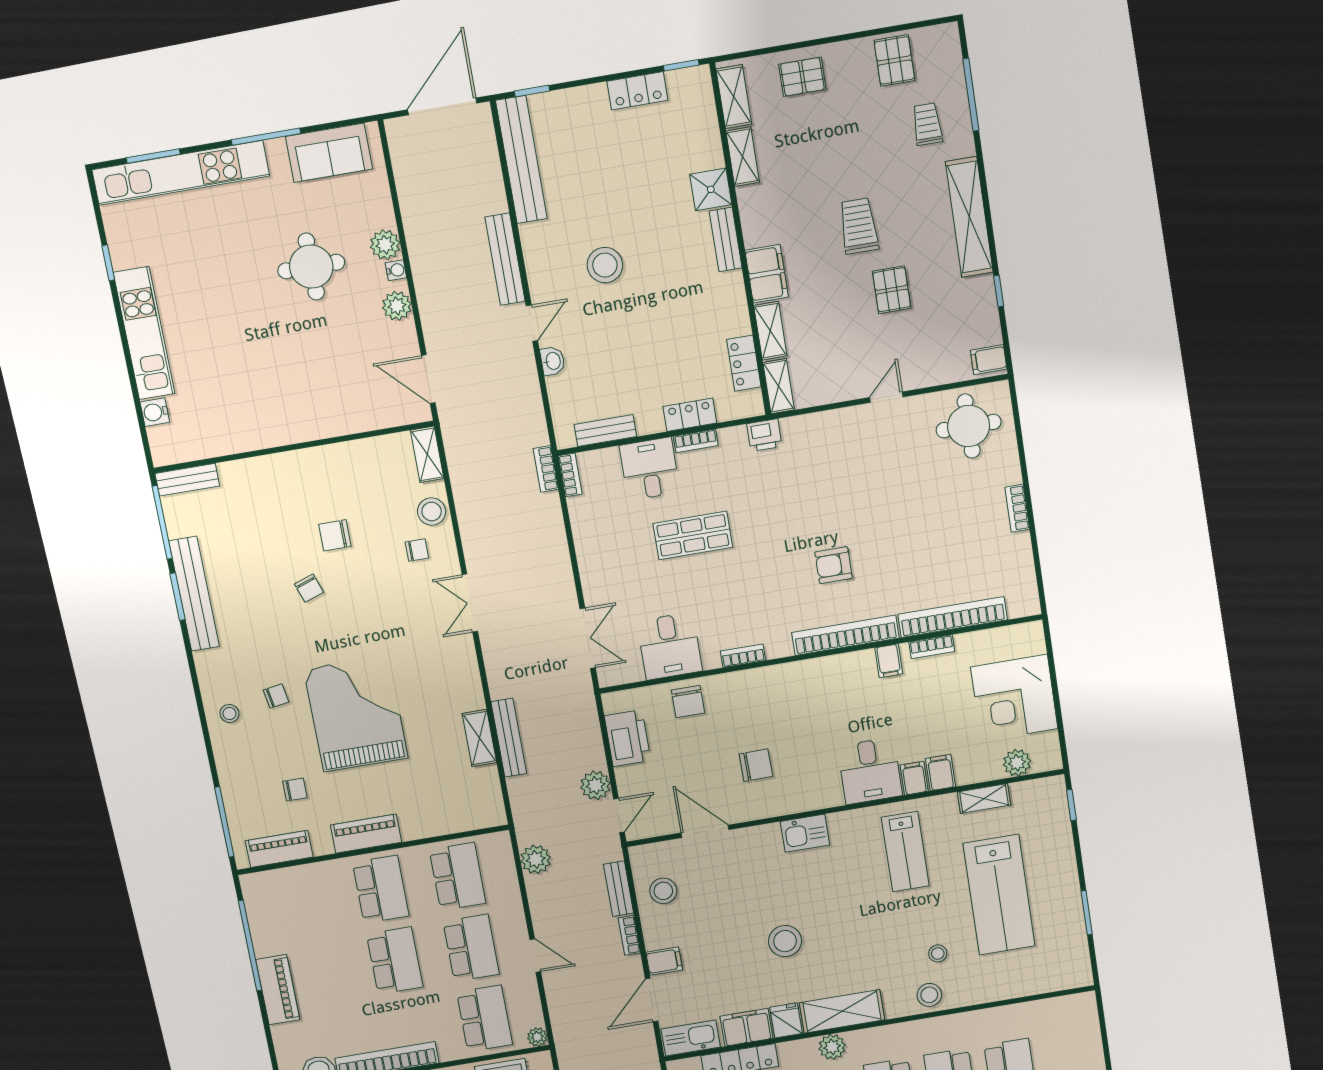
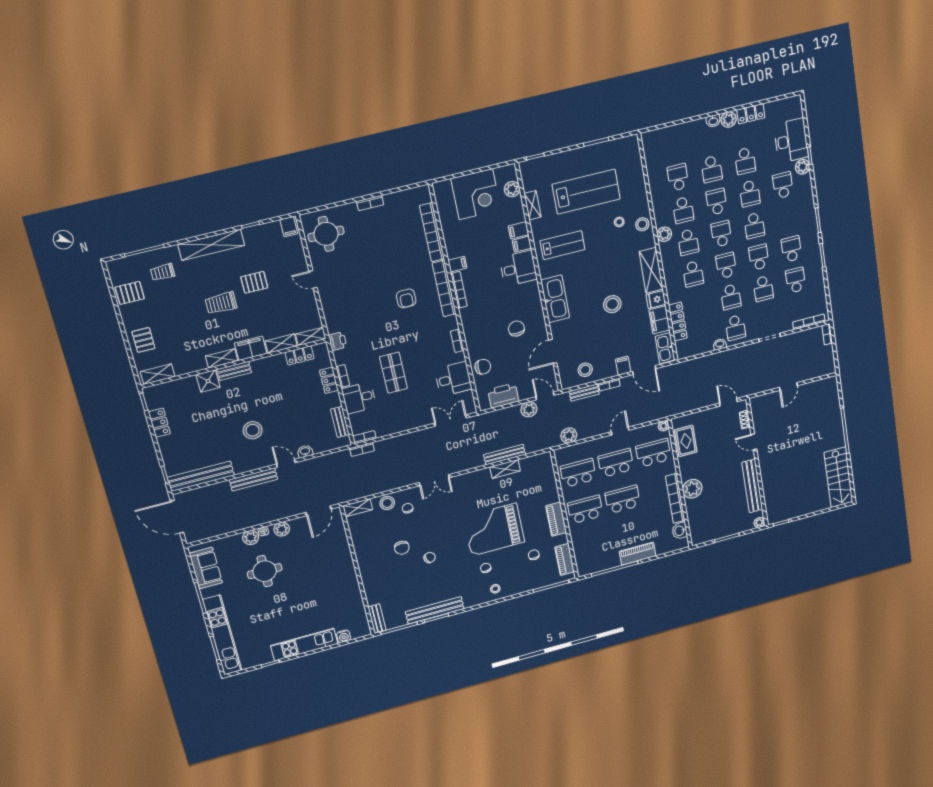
shelving: (743, 157) -> (222, 358), moved
bookcase: (932, 647) -> (459, 290), moved, width x1.56
kitchen sink: (805, 833) -> (555, 299), width x1.88, depth x1.24
plant: (832, 1047) -> (664, 234), moved

